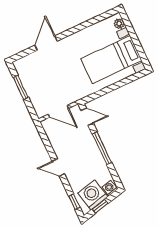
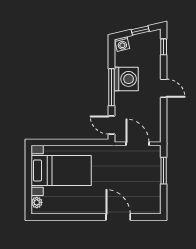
door: (46, 43) -> (118, 217), swing flipped
window: (21, 87) -> (164, 171), moved
washing machine: (93, 195) -> (126, 79), moved, turned -77

